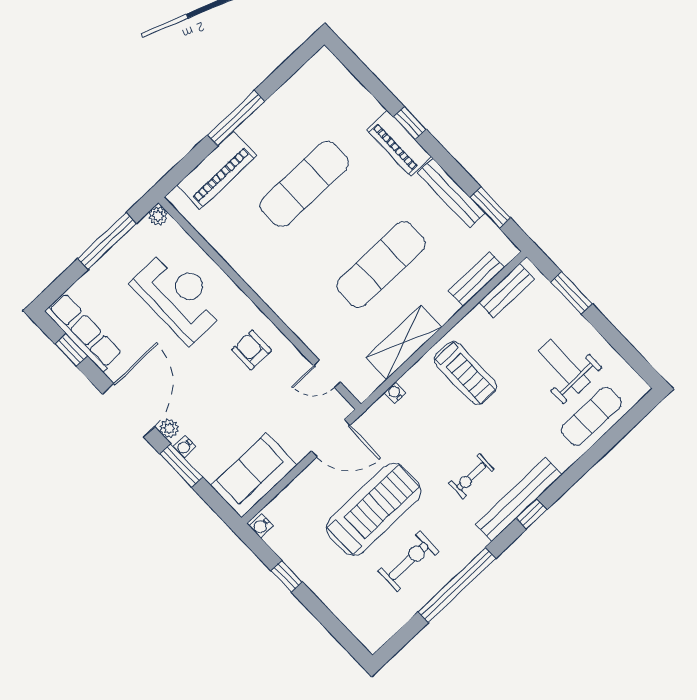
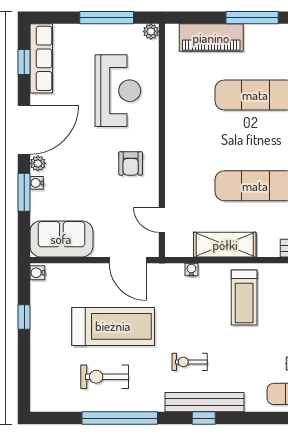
armchair: (252, 350) -> (131, 163), turned 180
exercise bike: (409, 561) -> (105, 377), turned 180

